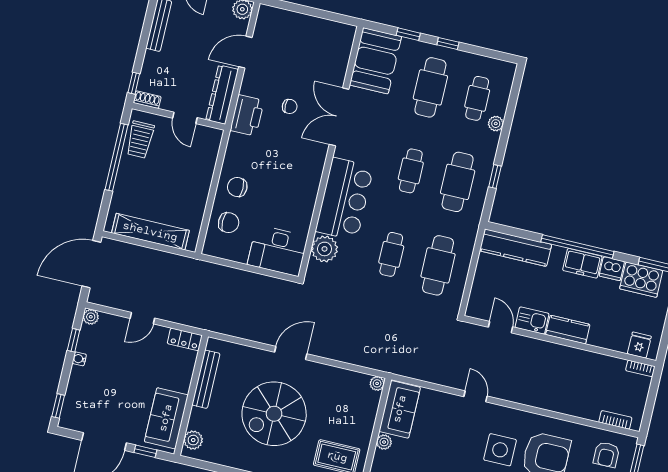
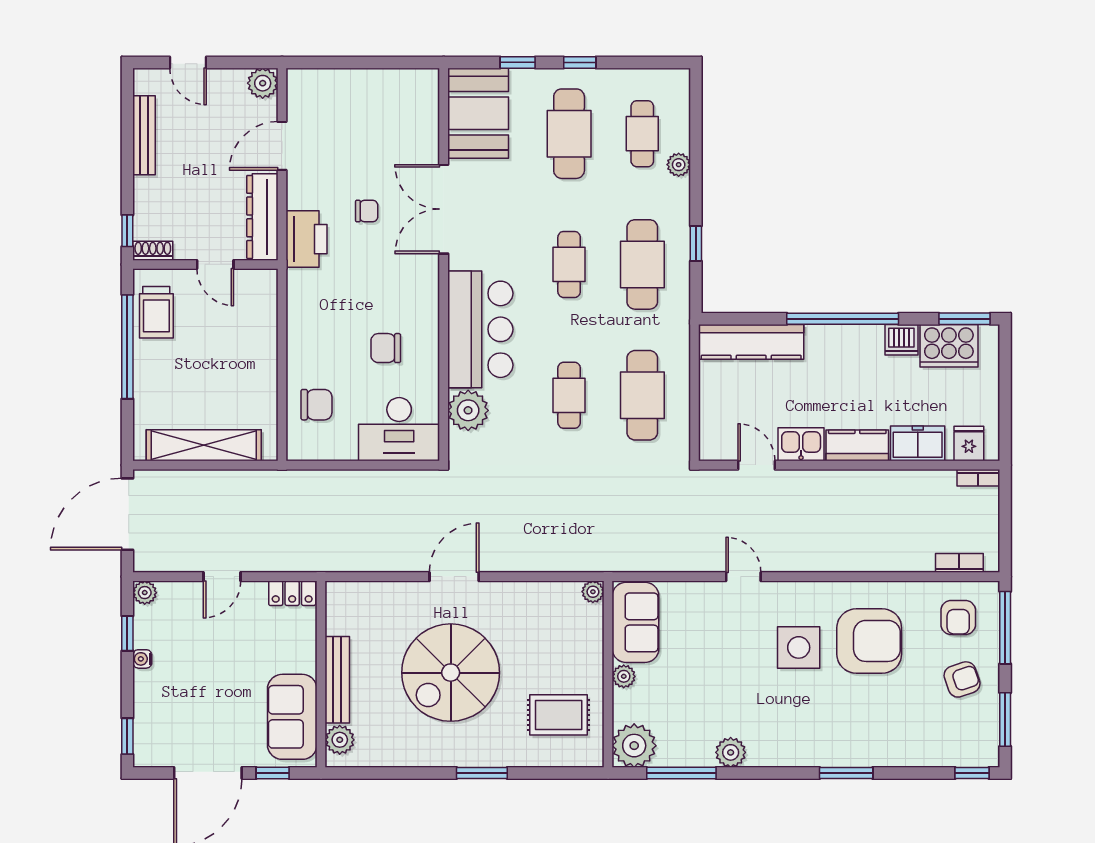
chair: (237, 187) -> (386, 348), moved
freezer: (582, 263) -> (918, 443), moved, turned 180
bench: (206, 379) -> (337, 680), moved

